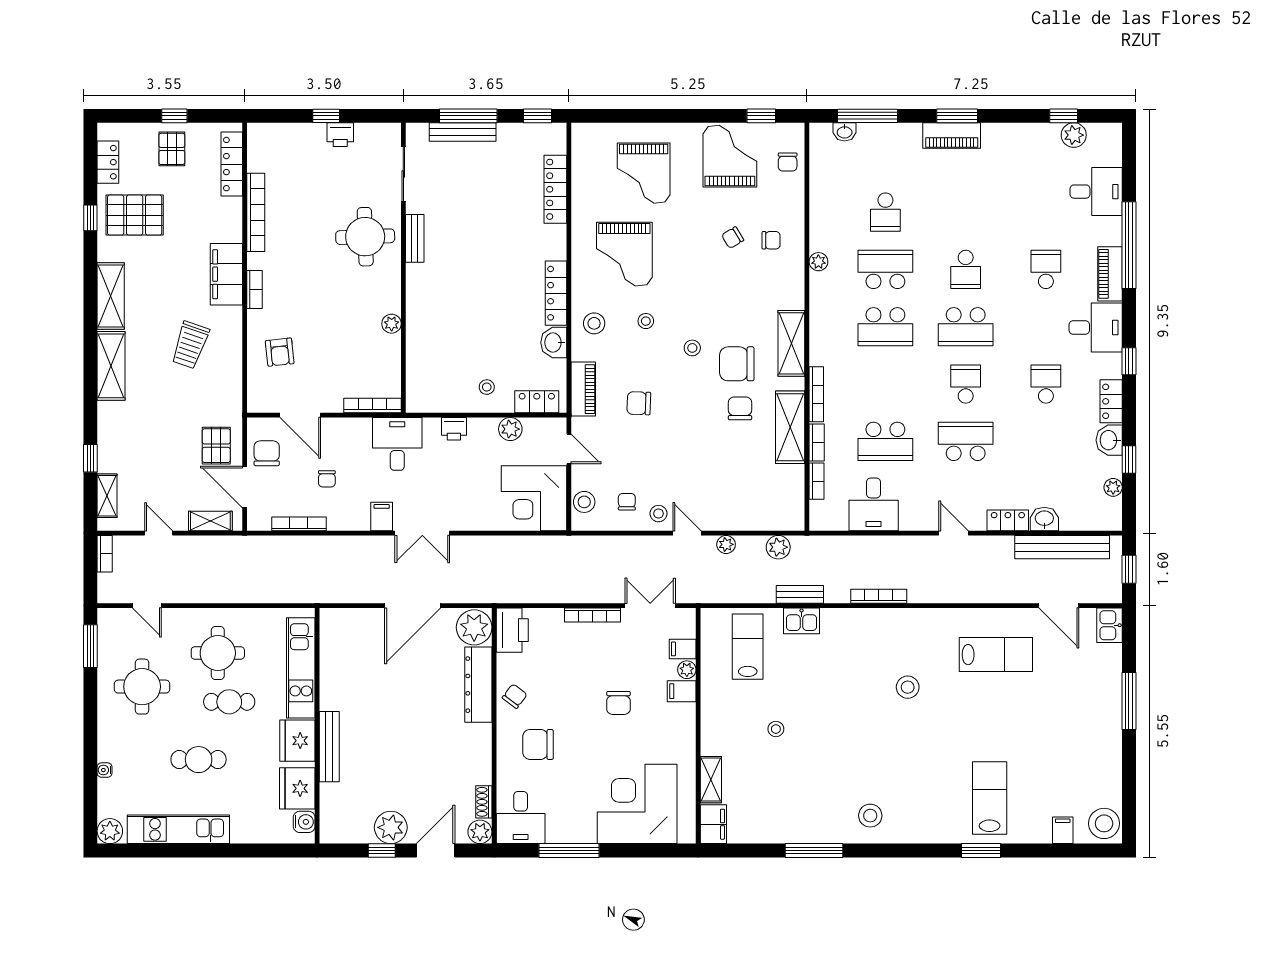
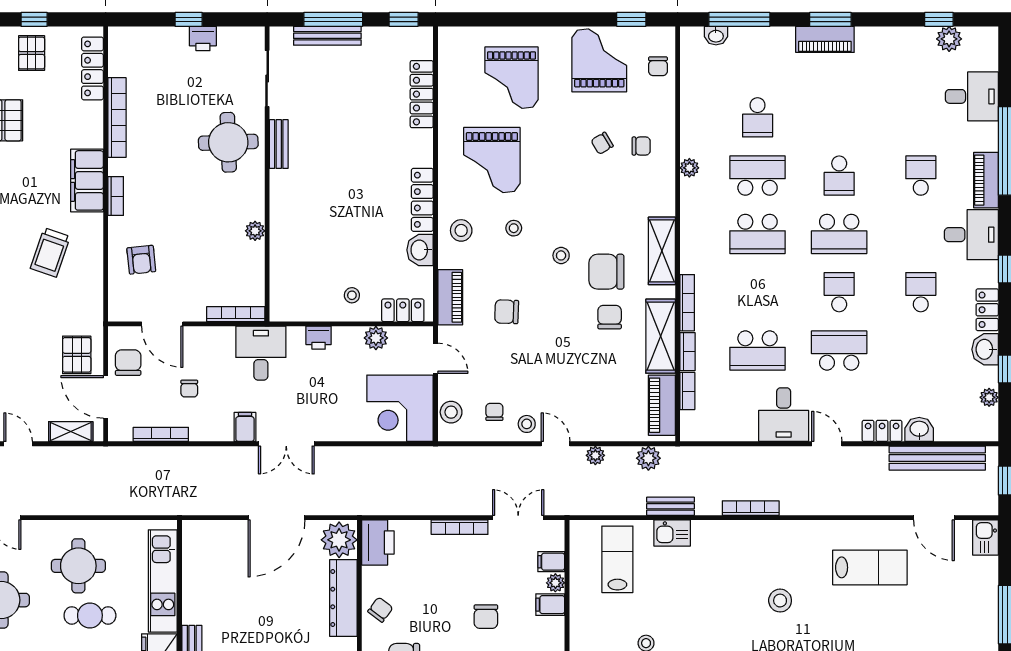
piano: (791, 495) -> (662, 405), added
desk: (874, 504) -> (784, 415), moved

